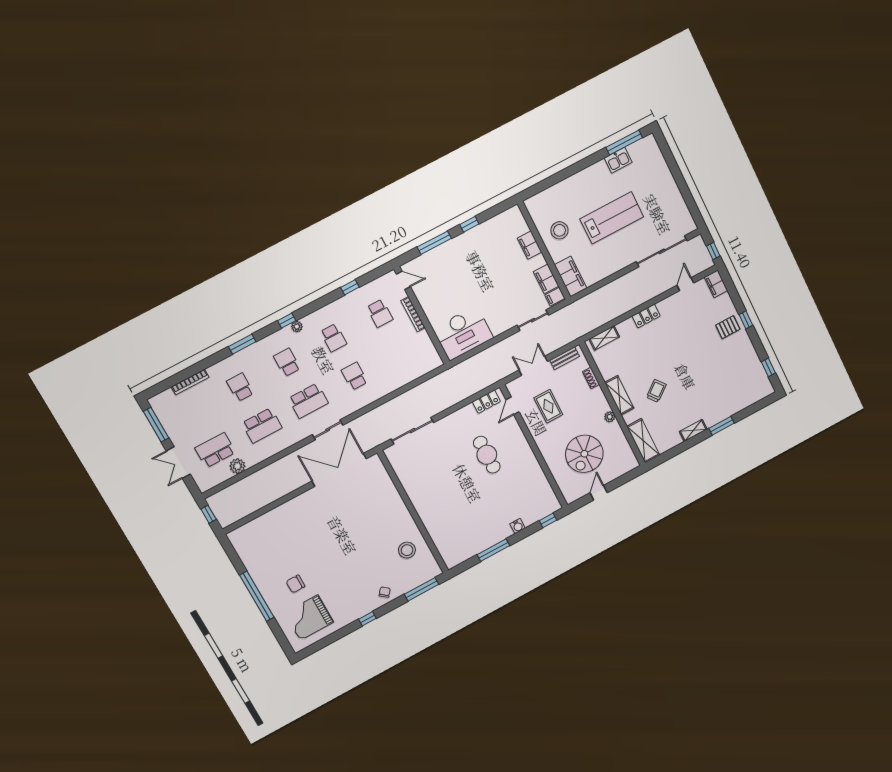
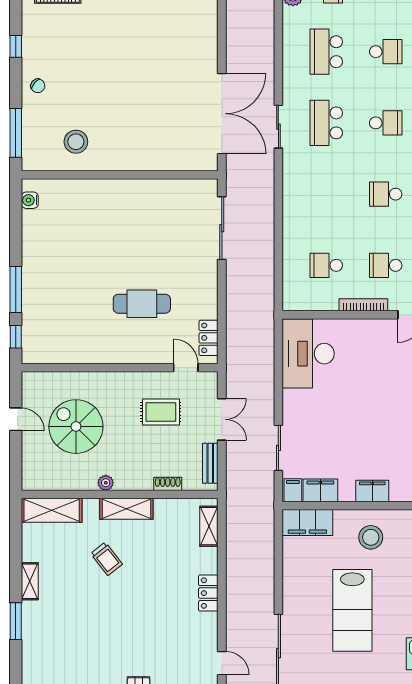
school desk: (354, 376) -> (326, 265), moved, turned 180
water cooler: (518, 526) -> (30, 200), moved
window: (493, 550) -> (16, 290), moved

